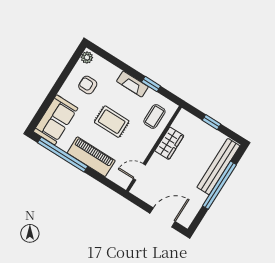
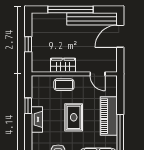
coffee table: (154, 116) -> (64, 85), moved
bench: (218, 167) -> (92, 19), moved
door: (163, 217) -> (120, 36), hinge flipped

